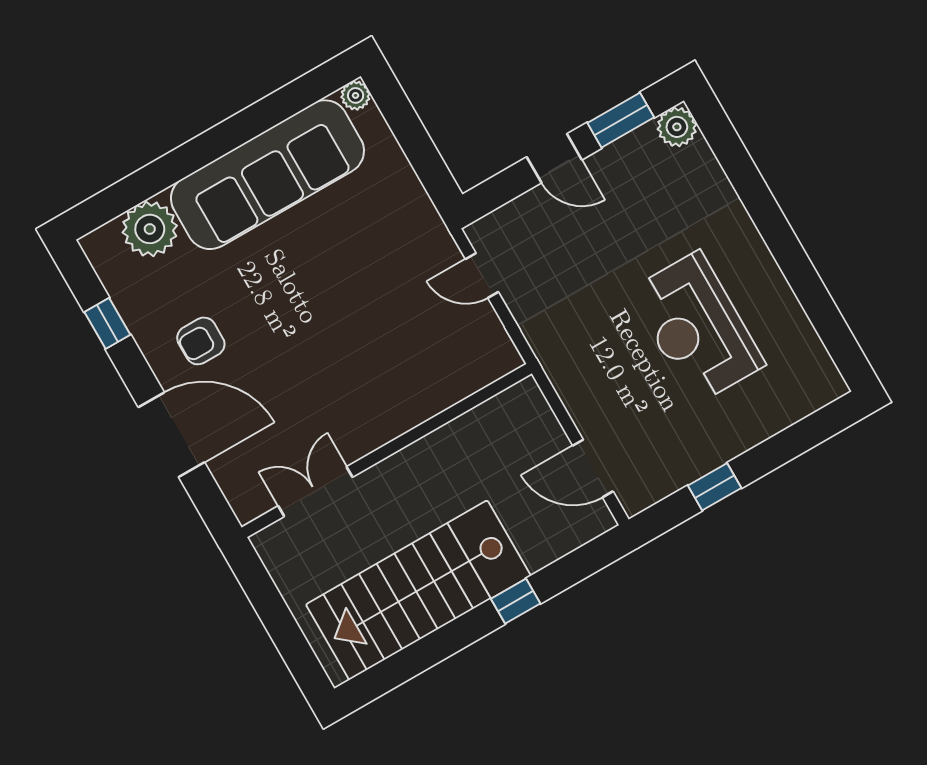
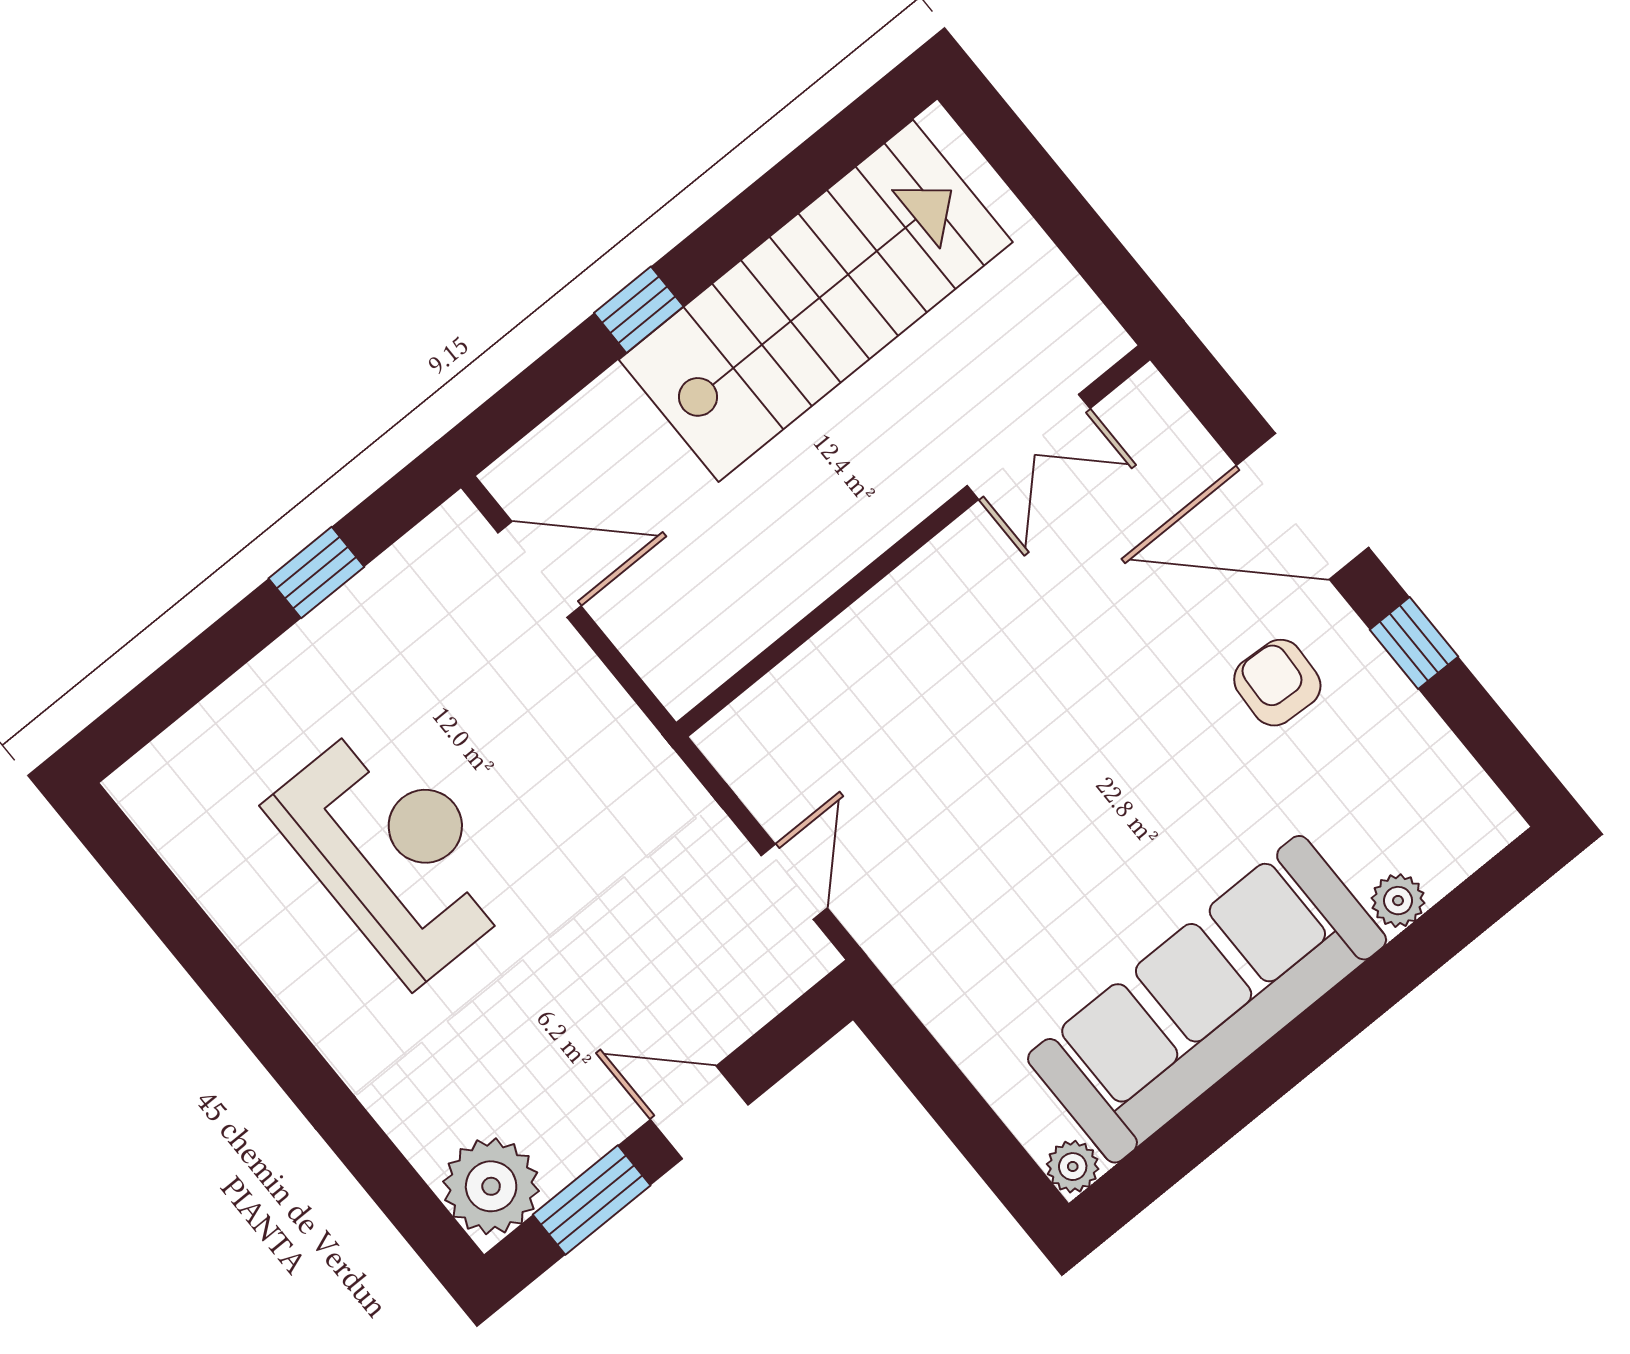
plant: (677, 127) -> (491, 1186), width x1.36, depth x1.36
plant: (150, 229) -> (1398, 901), width x0.53, depth x0.53
door: (482, 275) -> (794, 882), hinge flipped
window: (107, 323) -> (1414, 643), moved
armchair: (201, 341) -> (1277, 683), turned -87

